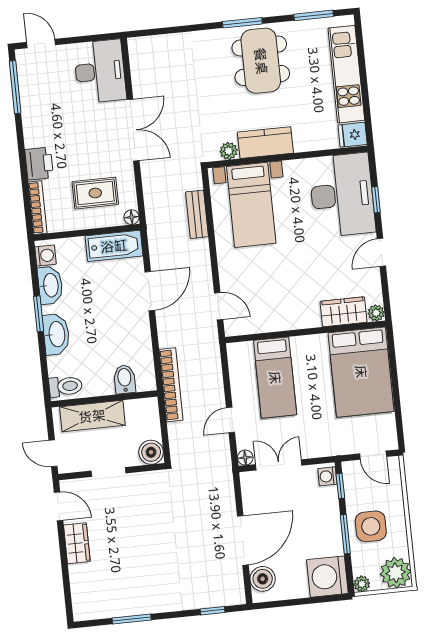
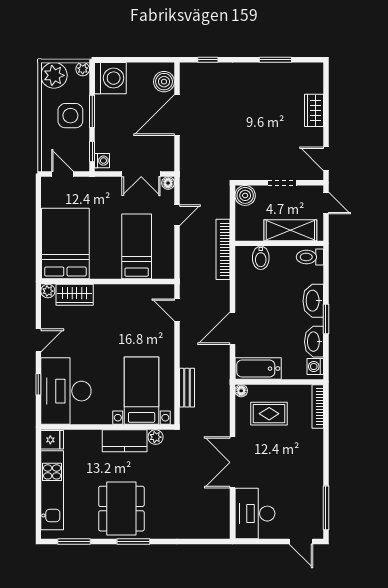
printer: (39, 164) -> (313, 443), removed
wardrobe: (77, 543) -> (314, 110), moved

